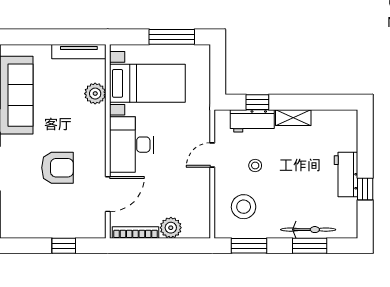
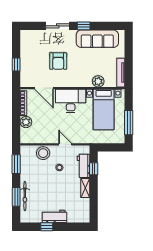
stool: (244, 207) -> (43, 153), moved

